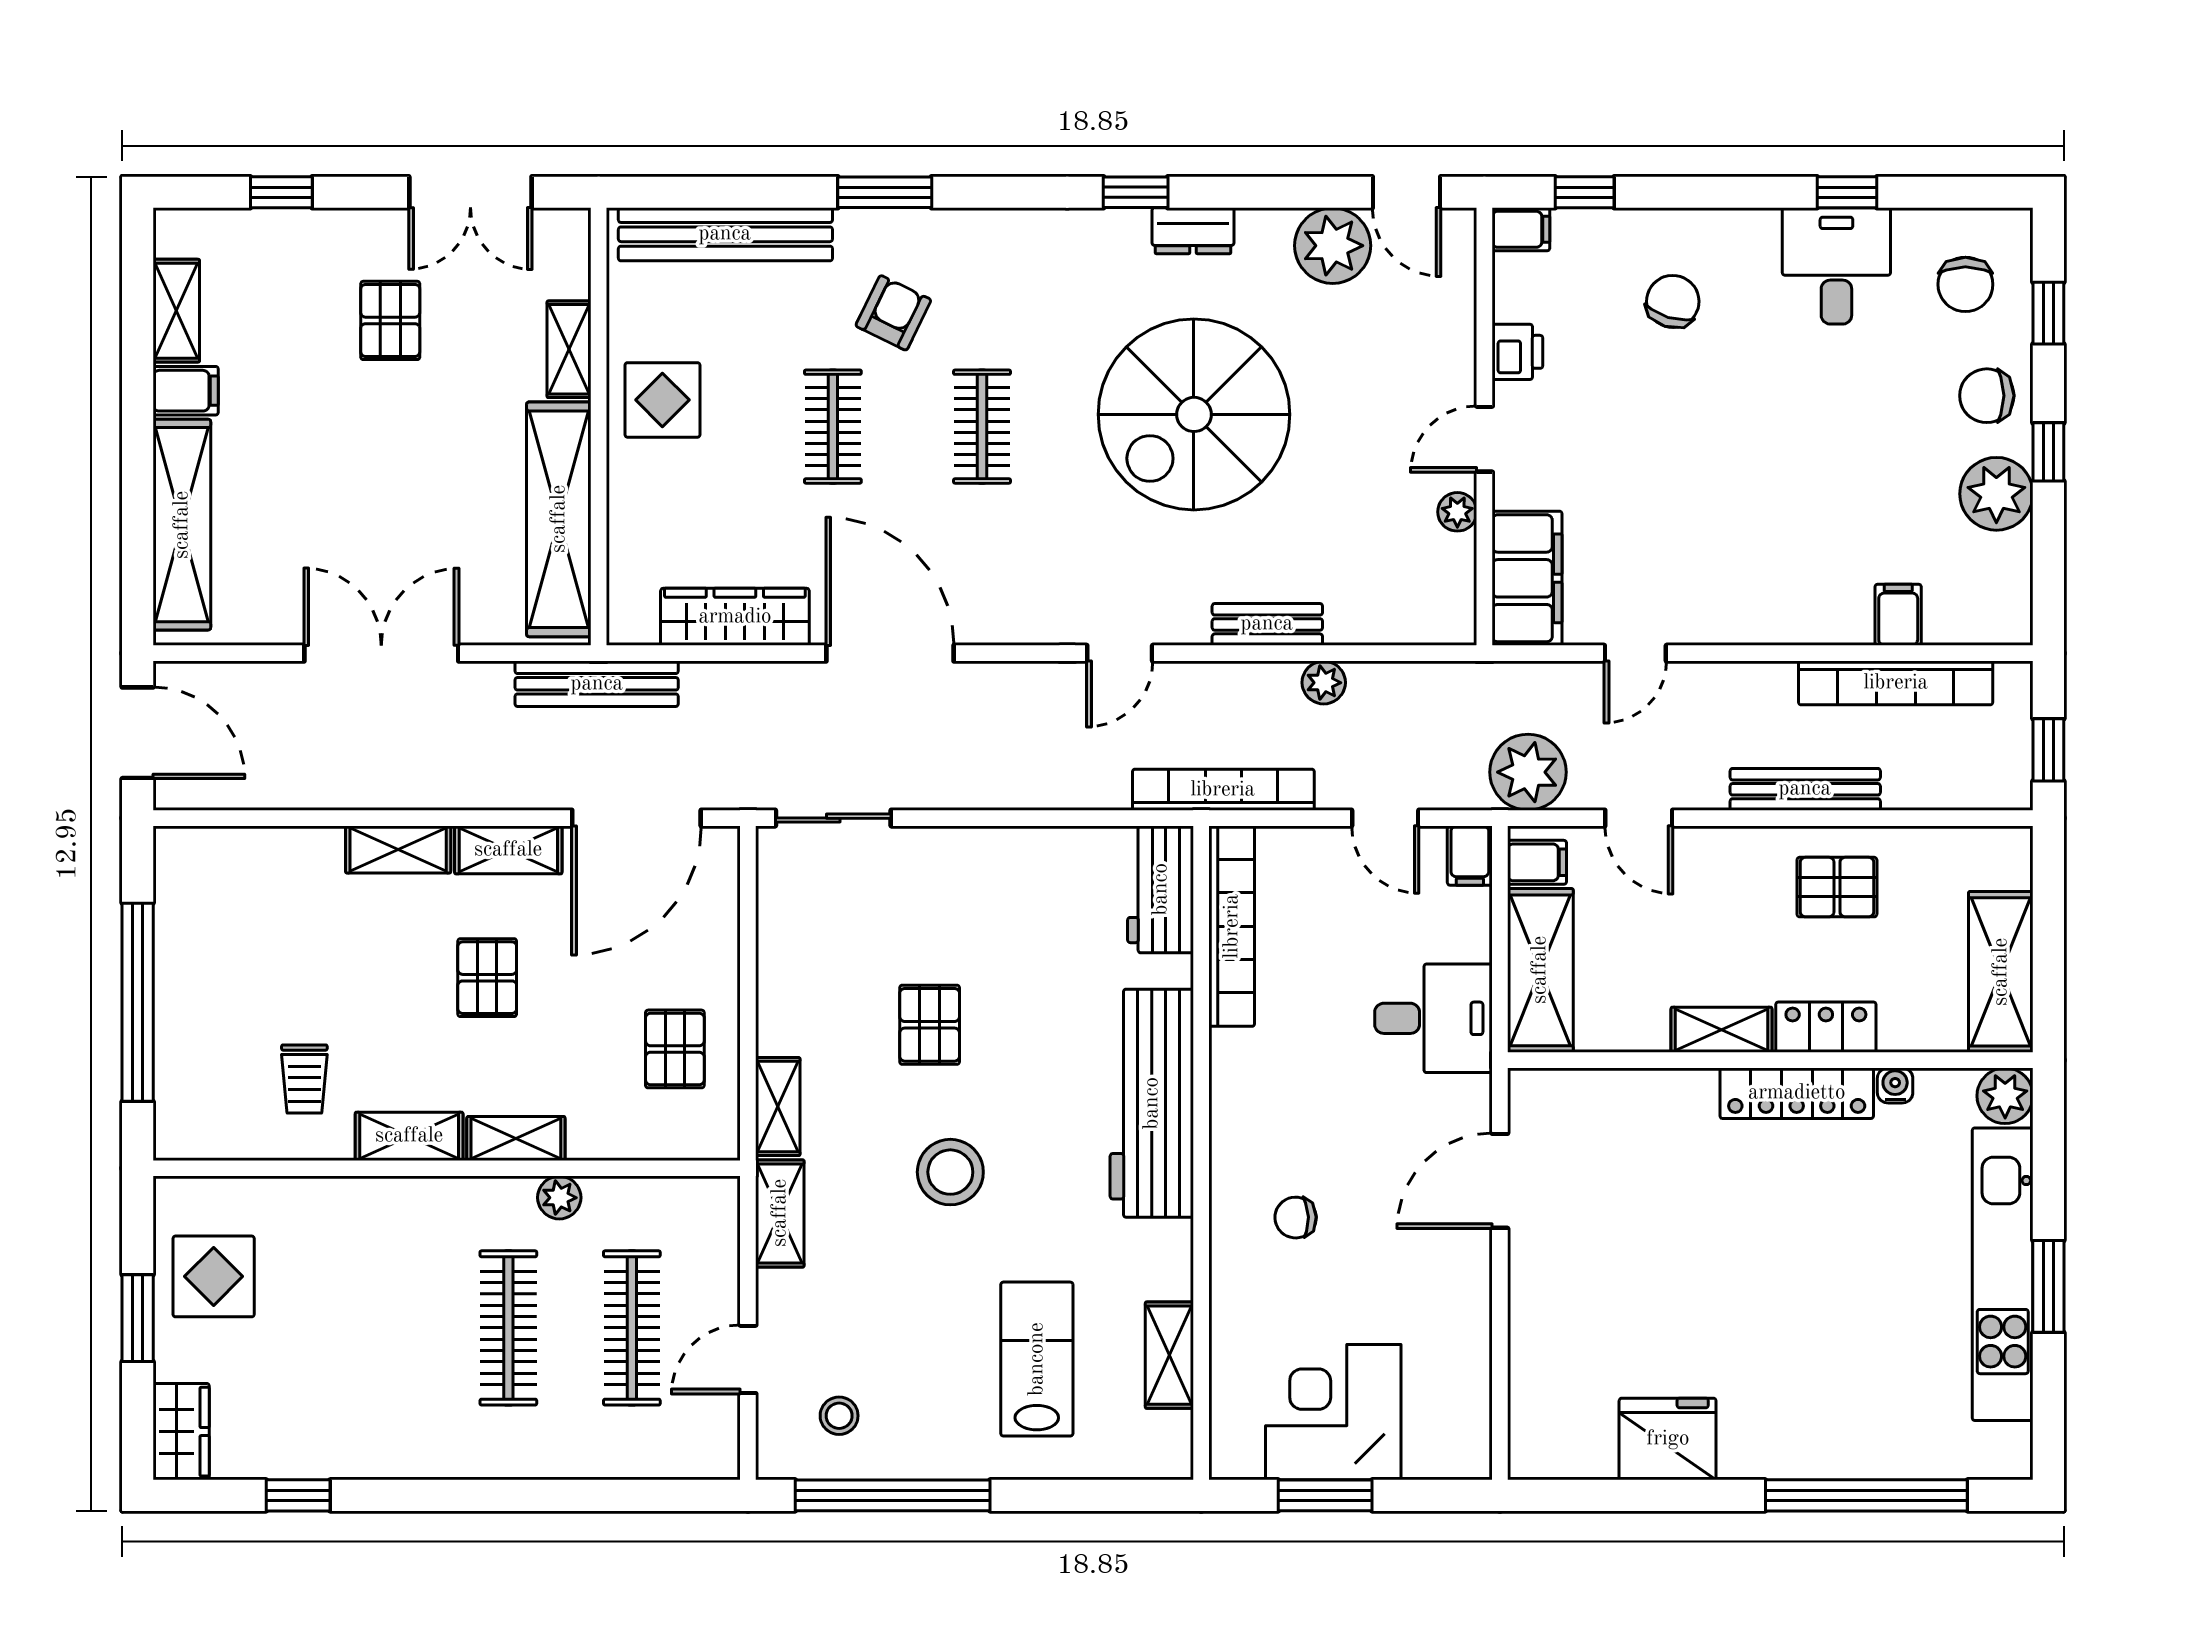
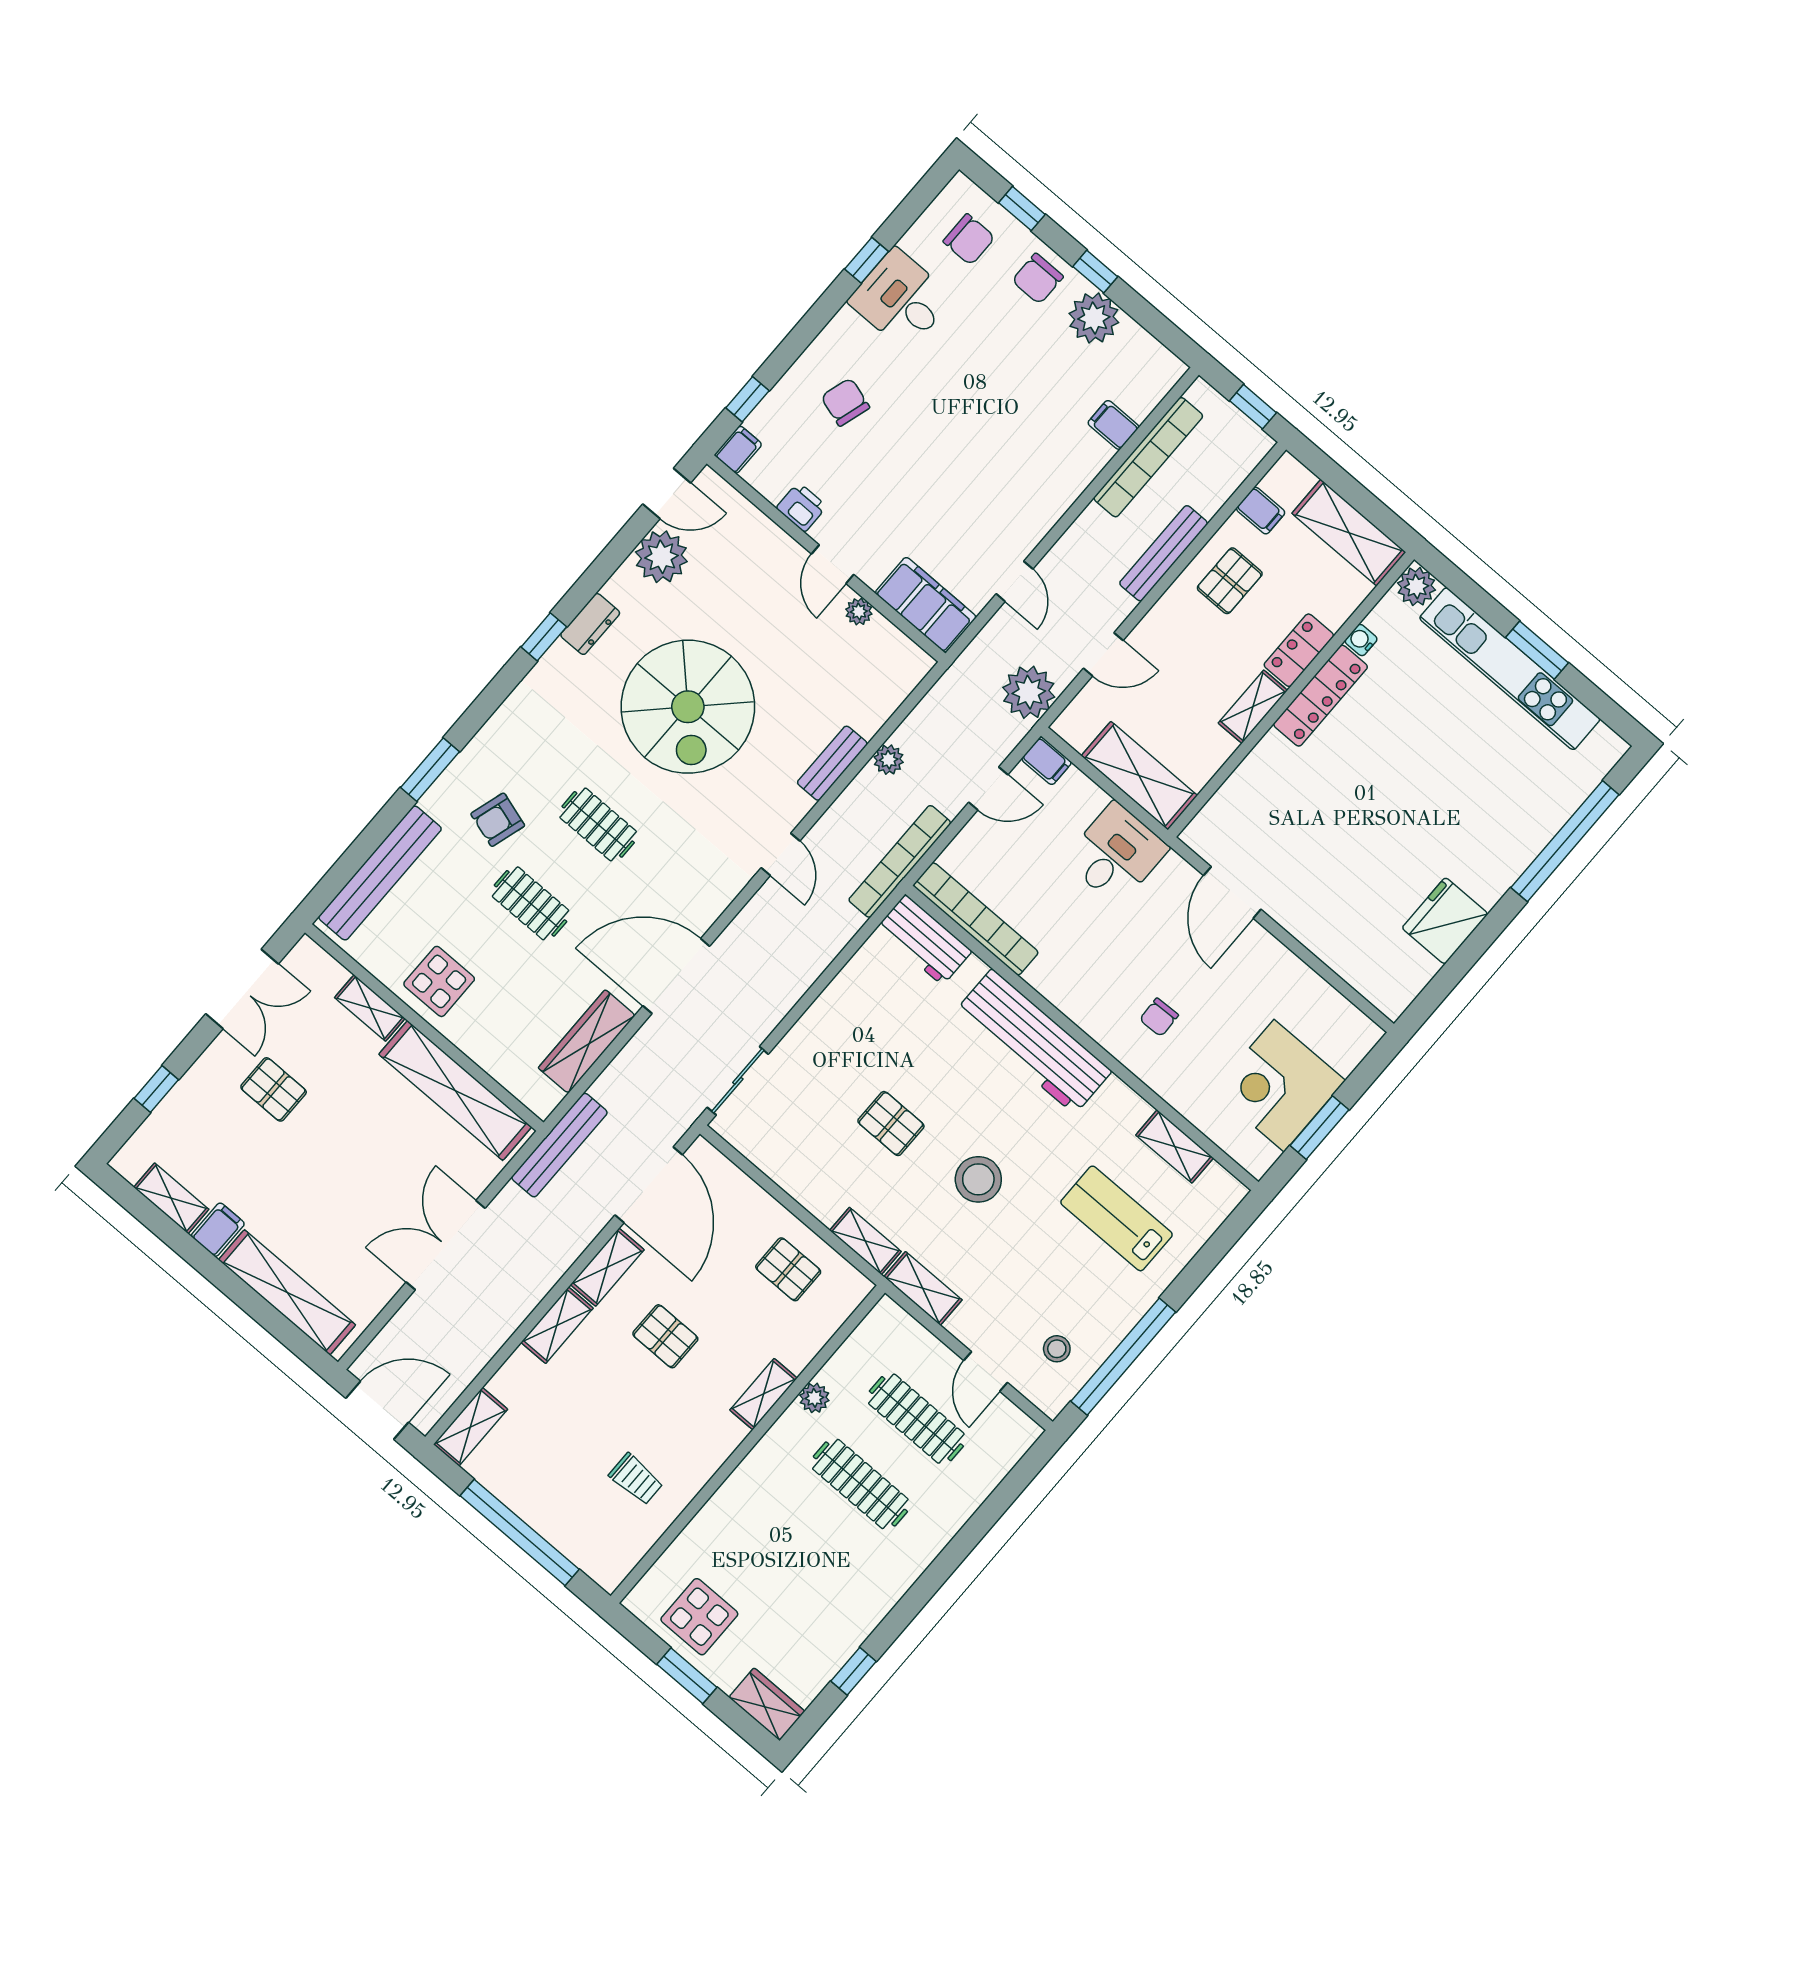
armchair: (893, 313) -> (498, 820), turned -99
filing cabinet: (1537, 862) -> (1261, 511), moved, turned 90
shelving: (409, 1136) -> (471, 1427), moved

